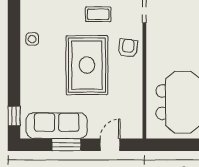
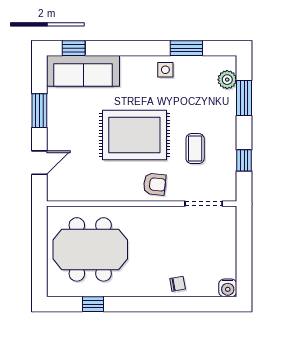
window: (14, 22) -> (186, 48), added
sofa: (57, 126) -> (83, 71), moved, turned 90
door: (110, 145) -> (39, 163), hinge flipped

